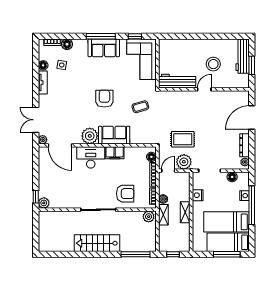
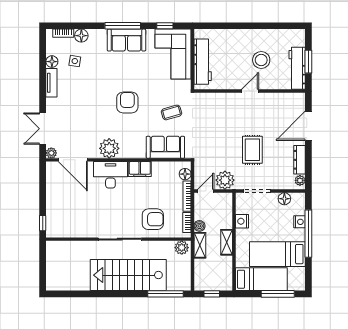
workbench: (243, 56) -> (297, 68), moved
workbench: (177, 81) -> (203, 62), moved, turned 90
sofa: (114, 135) -> (165, 147), moved
rug: (183, 139) -> (252, 150), moved, turned 90
plant: (44, 203) -> (53, 231), removed
bed: (228, 242) -> (261, 279), moved, turned 180
stairs: (97, 243) -> (128, 275), width x1.36, depth x1.51

